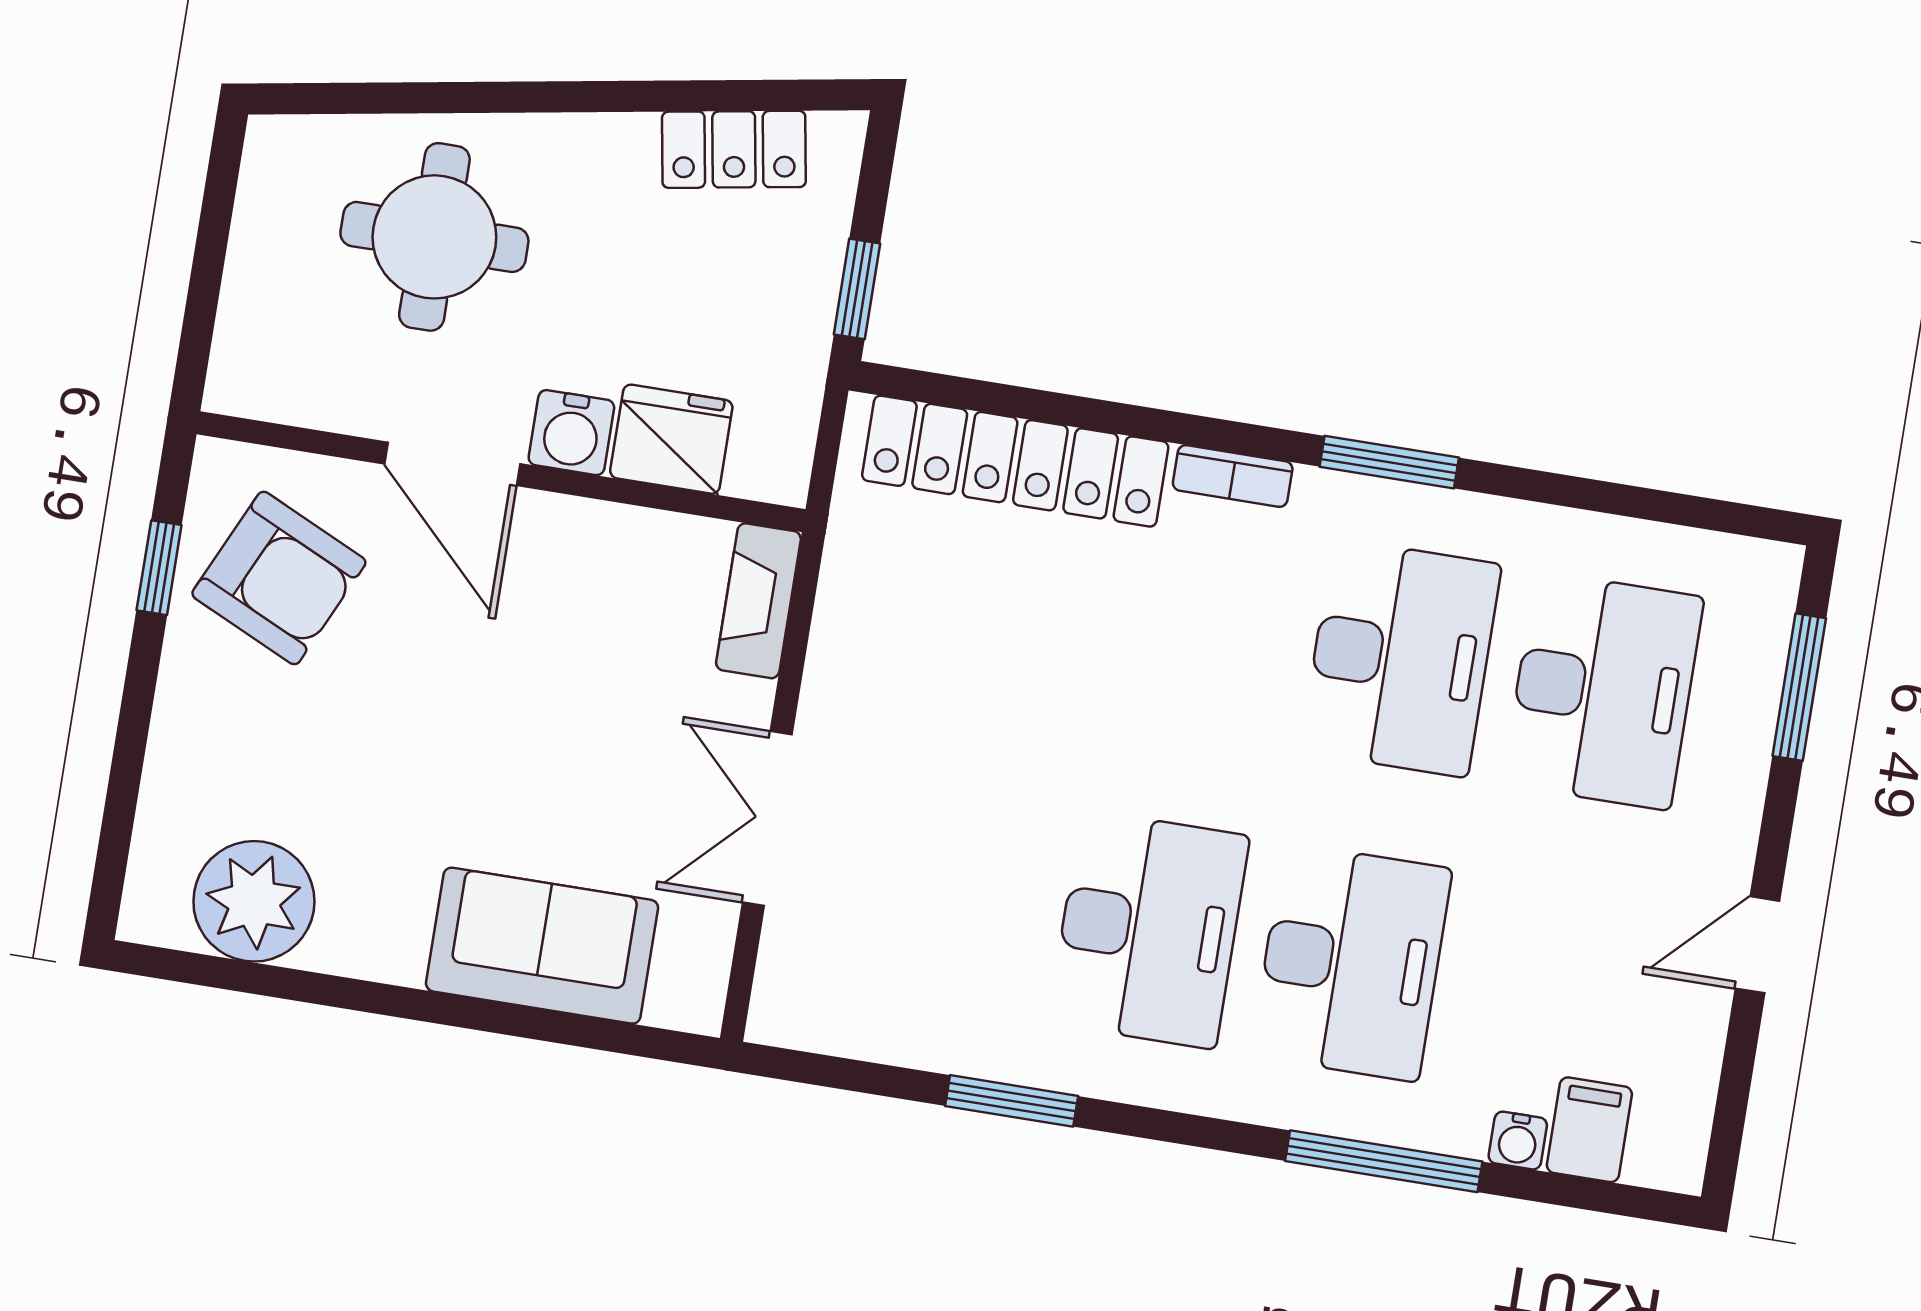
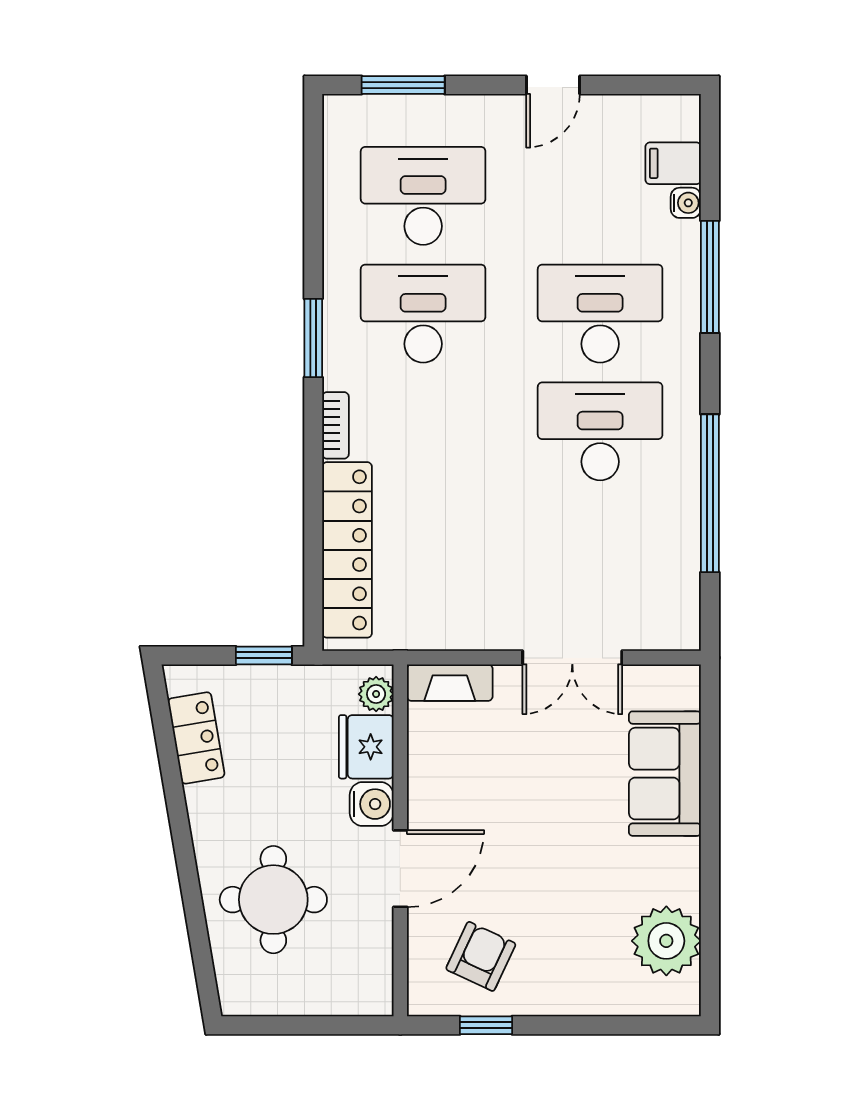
plant: (759, 471) -> (376, 694), added
armchair: (279, 578) -> (481, 956), width x0.72, depth x0.72
door: (1757, 945) -> (553, 85), hinge flipped
window: (1012, 1101) -> (710, 493), width x2.11

